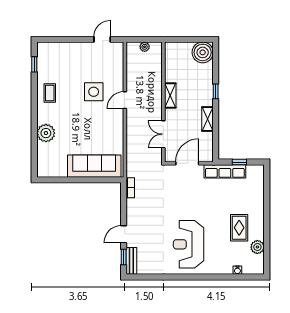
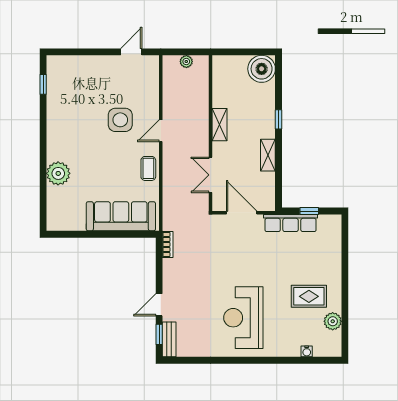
coffee table: (50, 93) -> (148, 168), moved
door: (187, 163) -> (242, 213), hinge flipped
rug: (239, 228) -> (309, 296), turned 90

